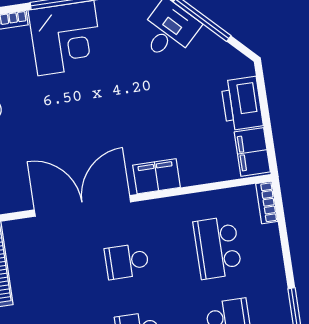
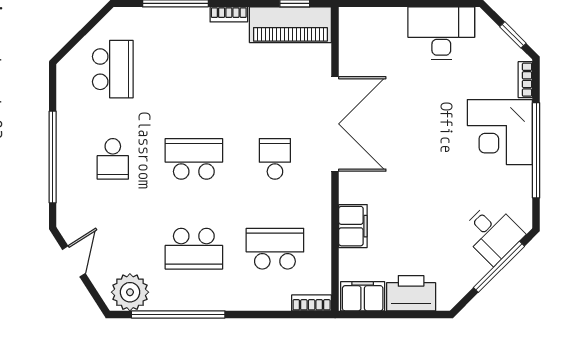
filing cabinet: (157, 176) -> (353, 226), moved

